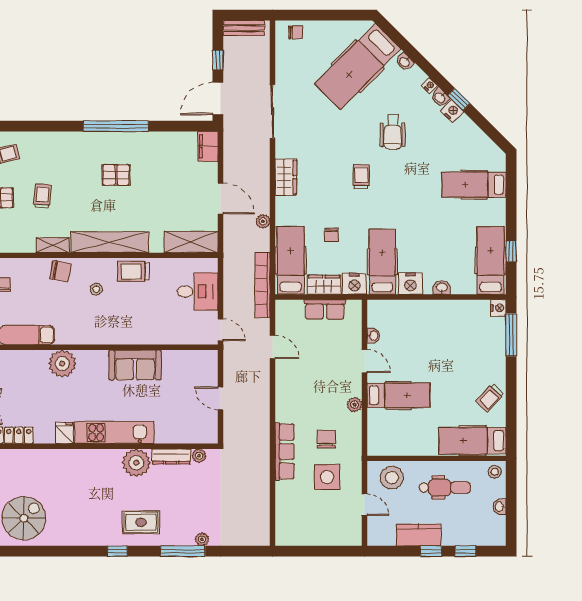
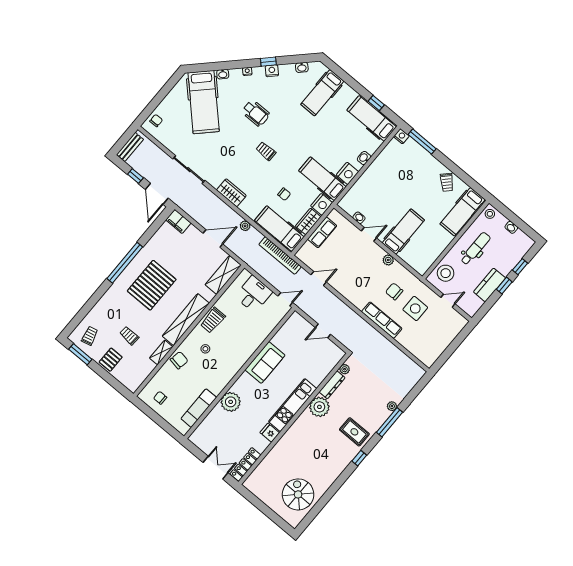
washbasin: (440, 98) -> (302, 67), moved
pallet: (116, 175) -> (152, 285), width x2.05, depth x2.00
rug: (141, 522) -> (354, 432), turned 90

